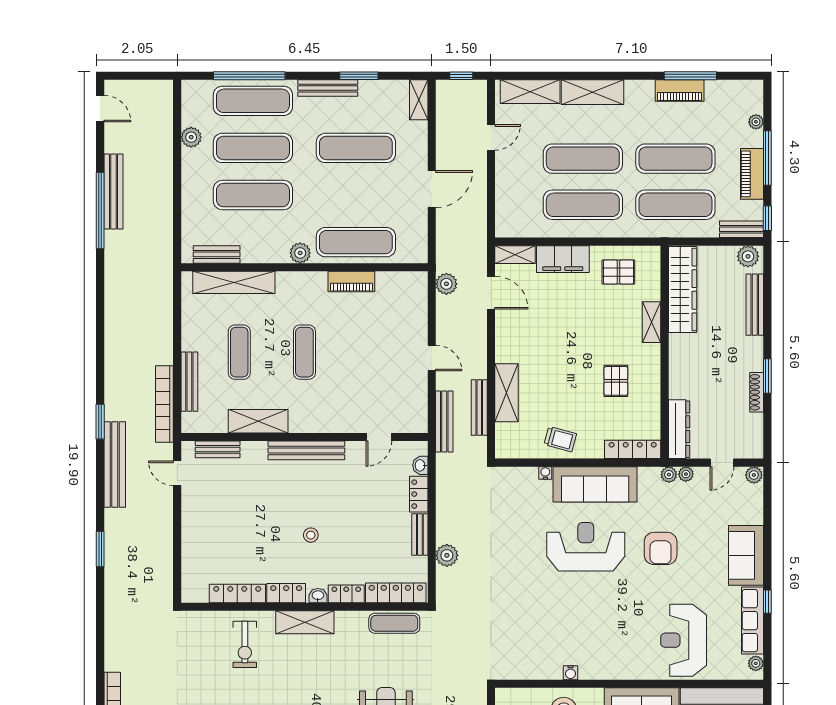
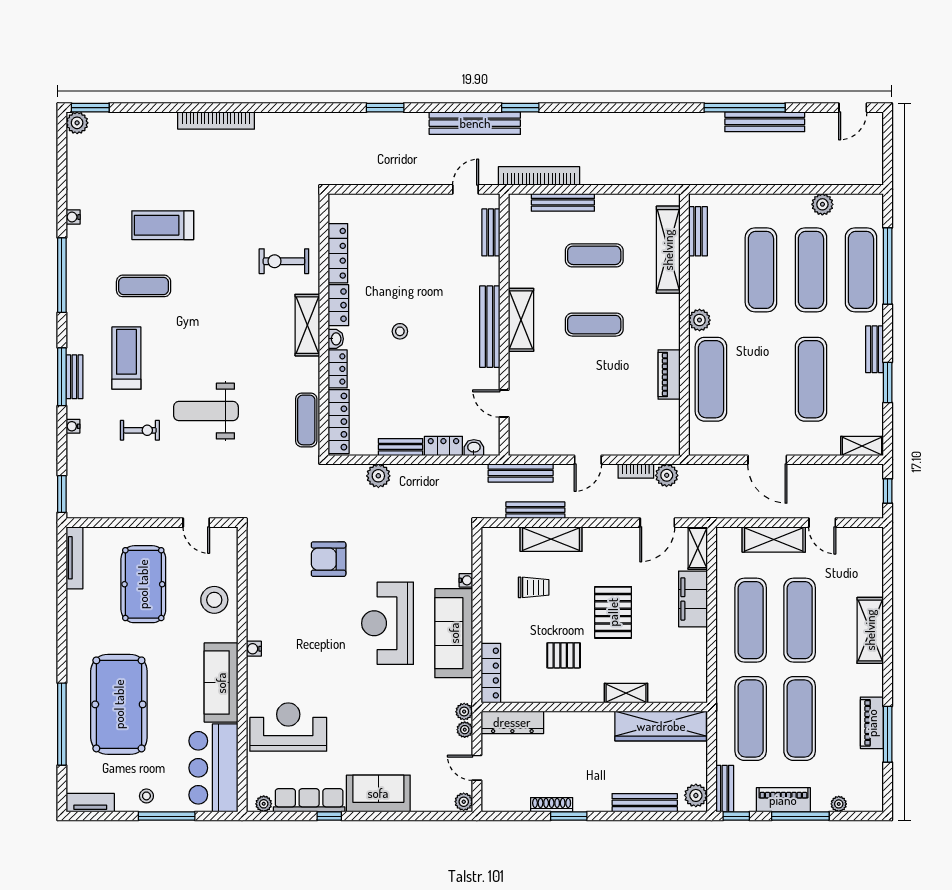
bench: (328, 88) -> (875, 349), width x0.73
shelving: (530, 92) -> (774, 539), moved, turned 90
pallet: (618, 272) -> (613, 612), moved, width x1.50, depth x1.42
bookcase: (442, 313) -> (636, 471), added
shelving: (258, 421) -> (521, 320), moved
trolley: (560, 439) -> (534, 587), moved, turned -105
reception desk: (586, 547) -> (388, 623), turned 180
armchair: (661, 548) -> (329, 559), moved
water cooler: (571, 673) -> (254, 649), moved

